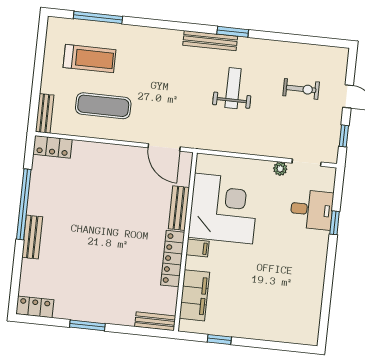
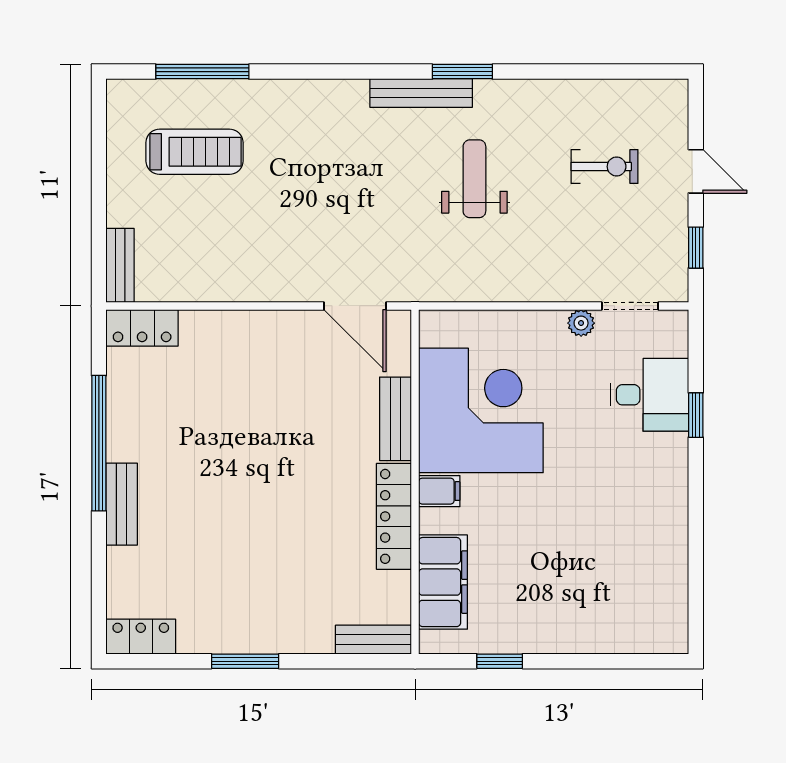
exercise mat: (103, 106) -> (230, 239), removed

